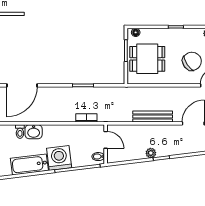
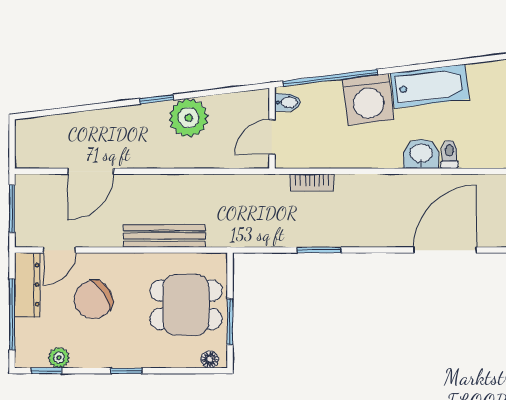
bench: (153, 117) -> (164, 236), moved
door: (106, 140) -> (272, 137), hinge flipped
plant: (151, 153) -> (189, 118), width x1.87, depth x1.87

